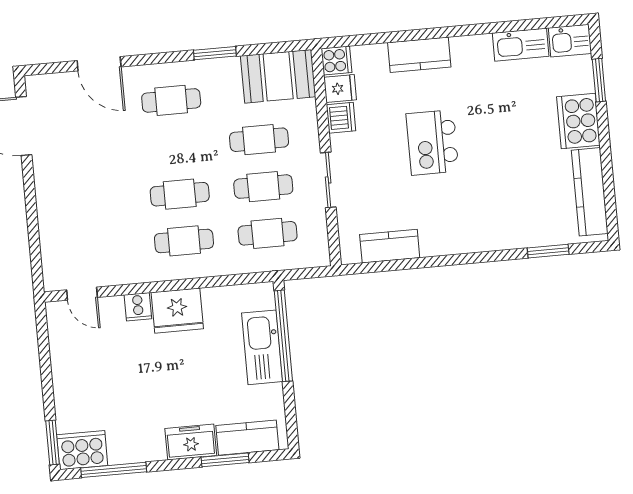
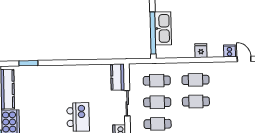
kitchen counter: (390, 246) -> (118, 77), moved, turned 90
cooker: (138, 307) -> (229, 51), moved
fridge: (177, 311) -> (201, 51), width x0.53, depth x0.75

